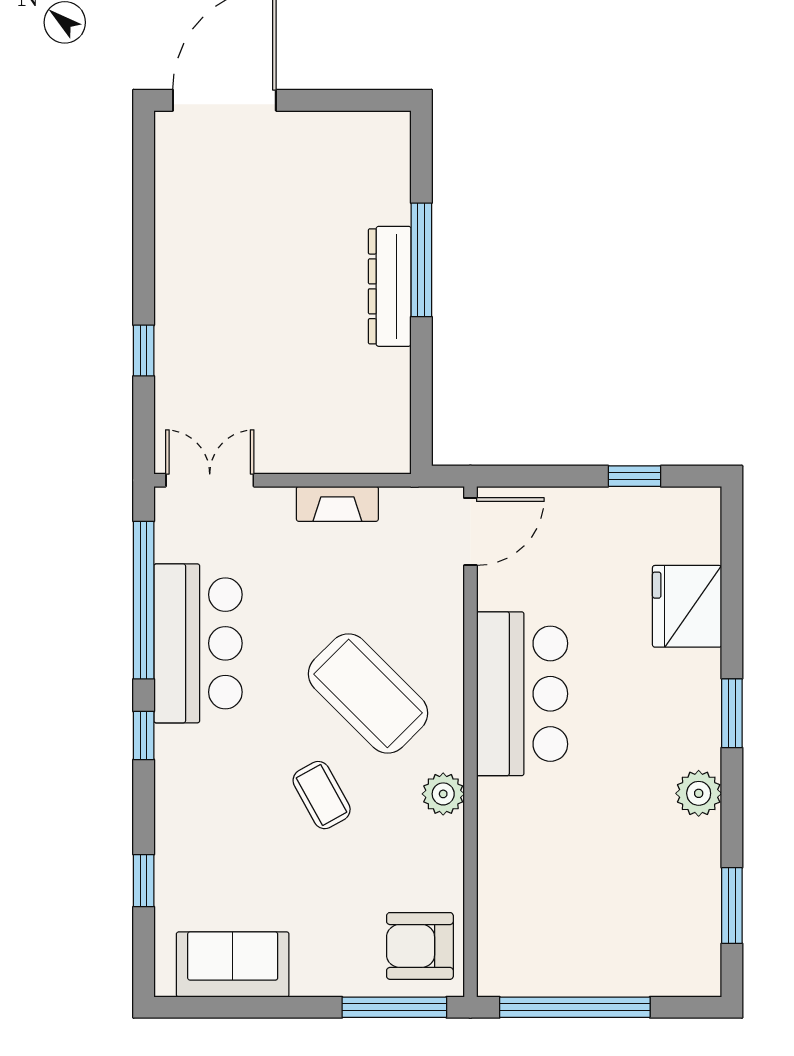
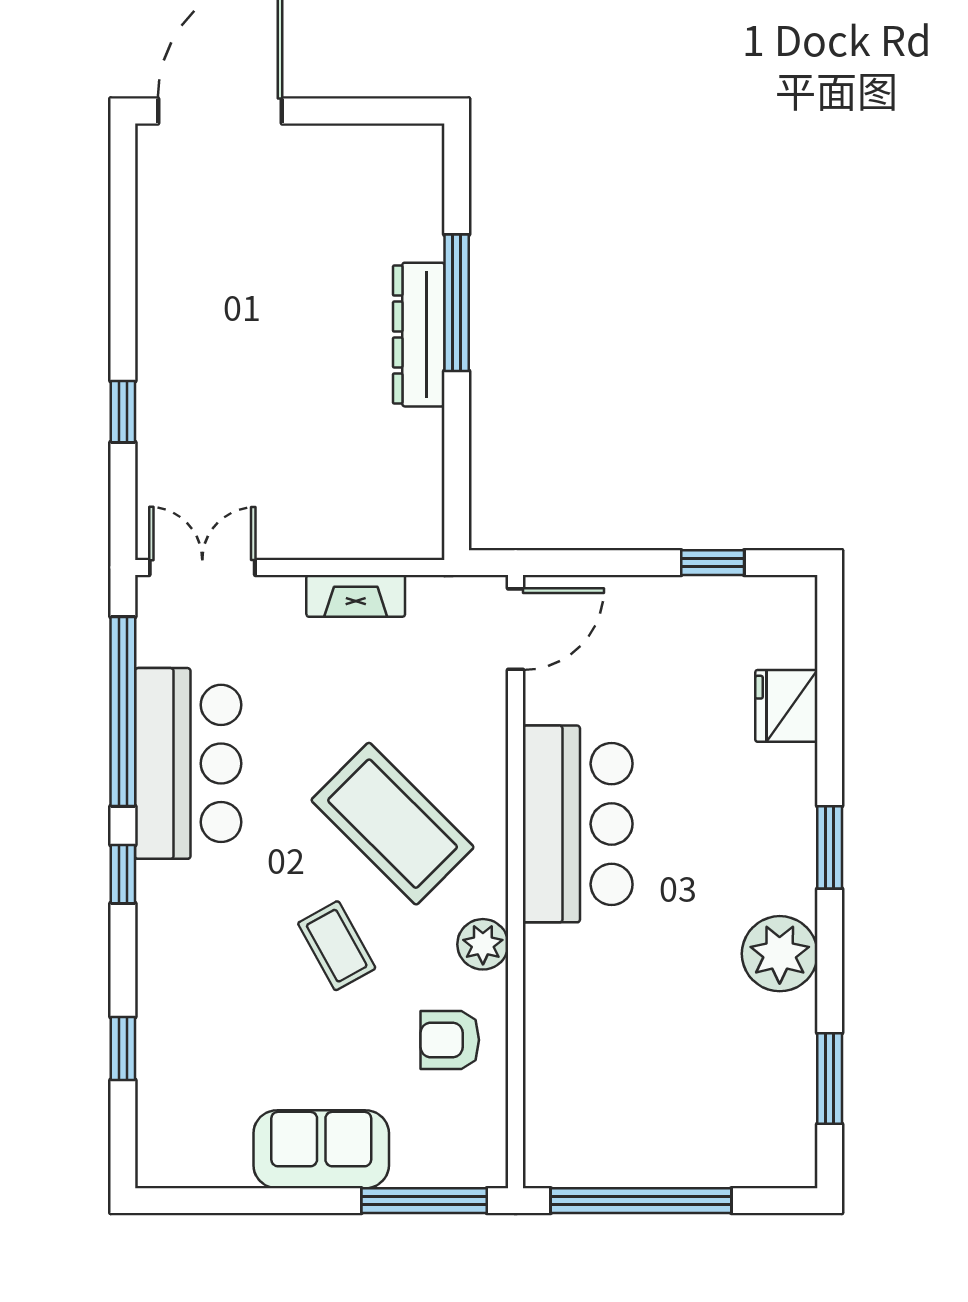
fridge: (687, 606) -> (786, 706), width x0.73, depth x0.75
plant: (699, 793) -> (780, 954), width x1.36, depth x1.36
armchair: (420, 946) -> (450, 1040), moved, width x0.72, depth x0.72
sofa: (233, 964) -> (321, 1149), moved

